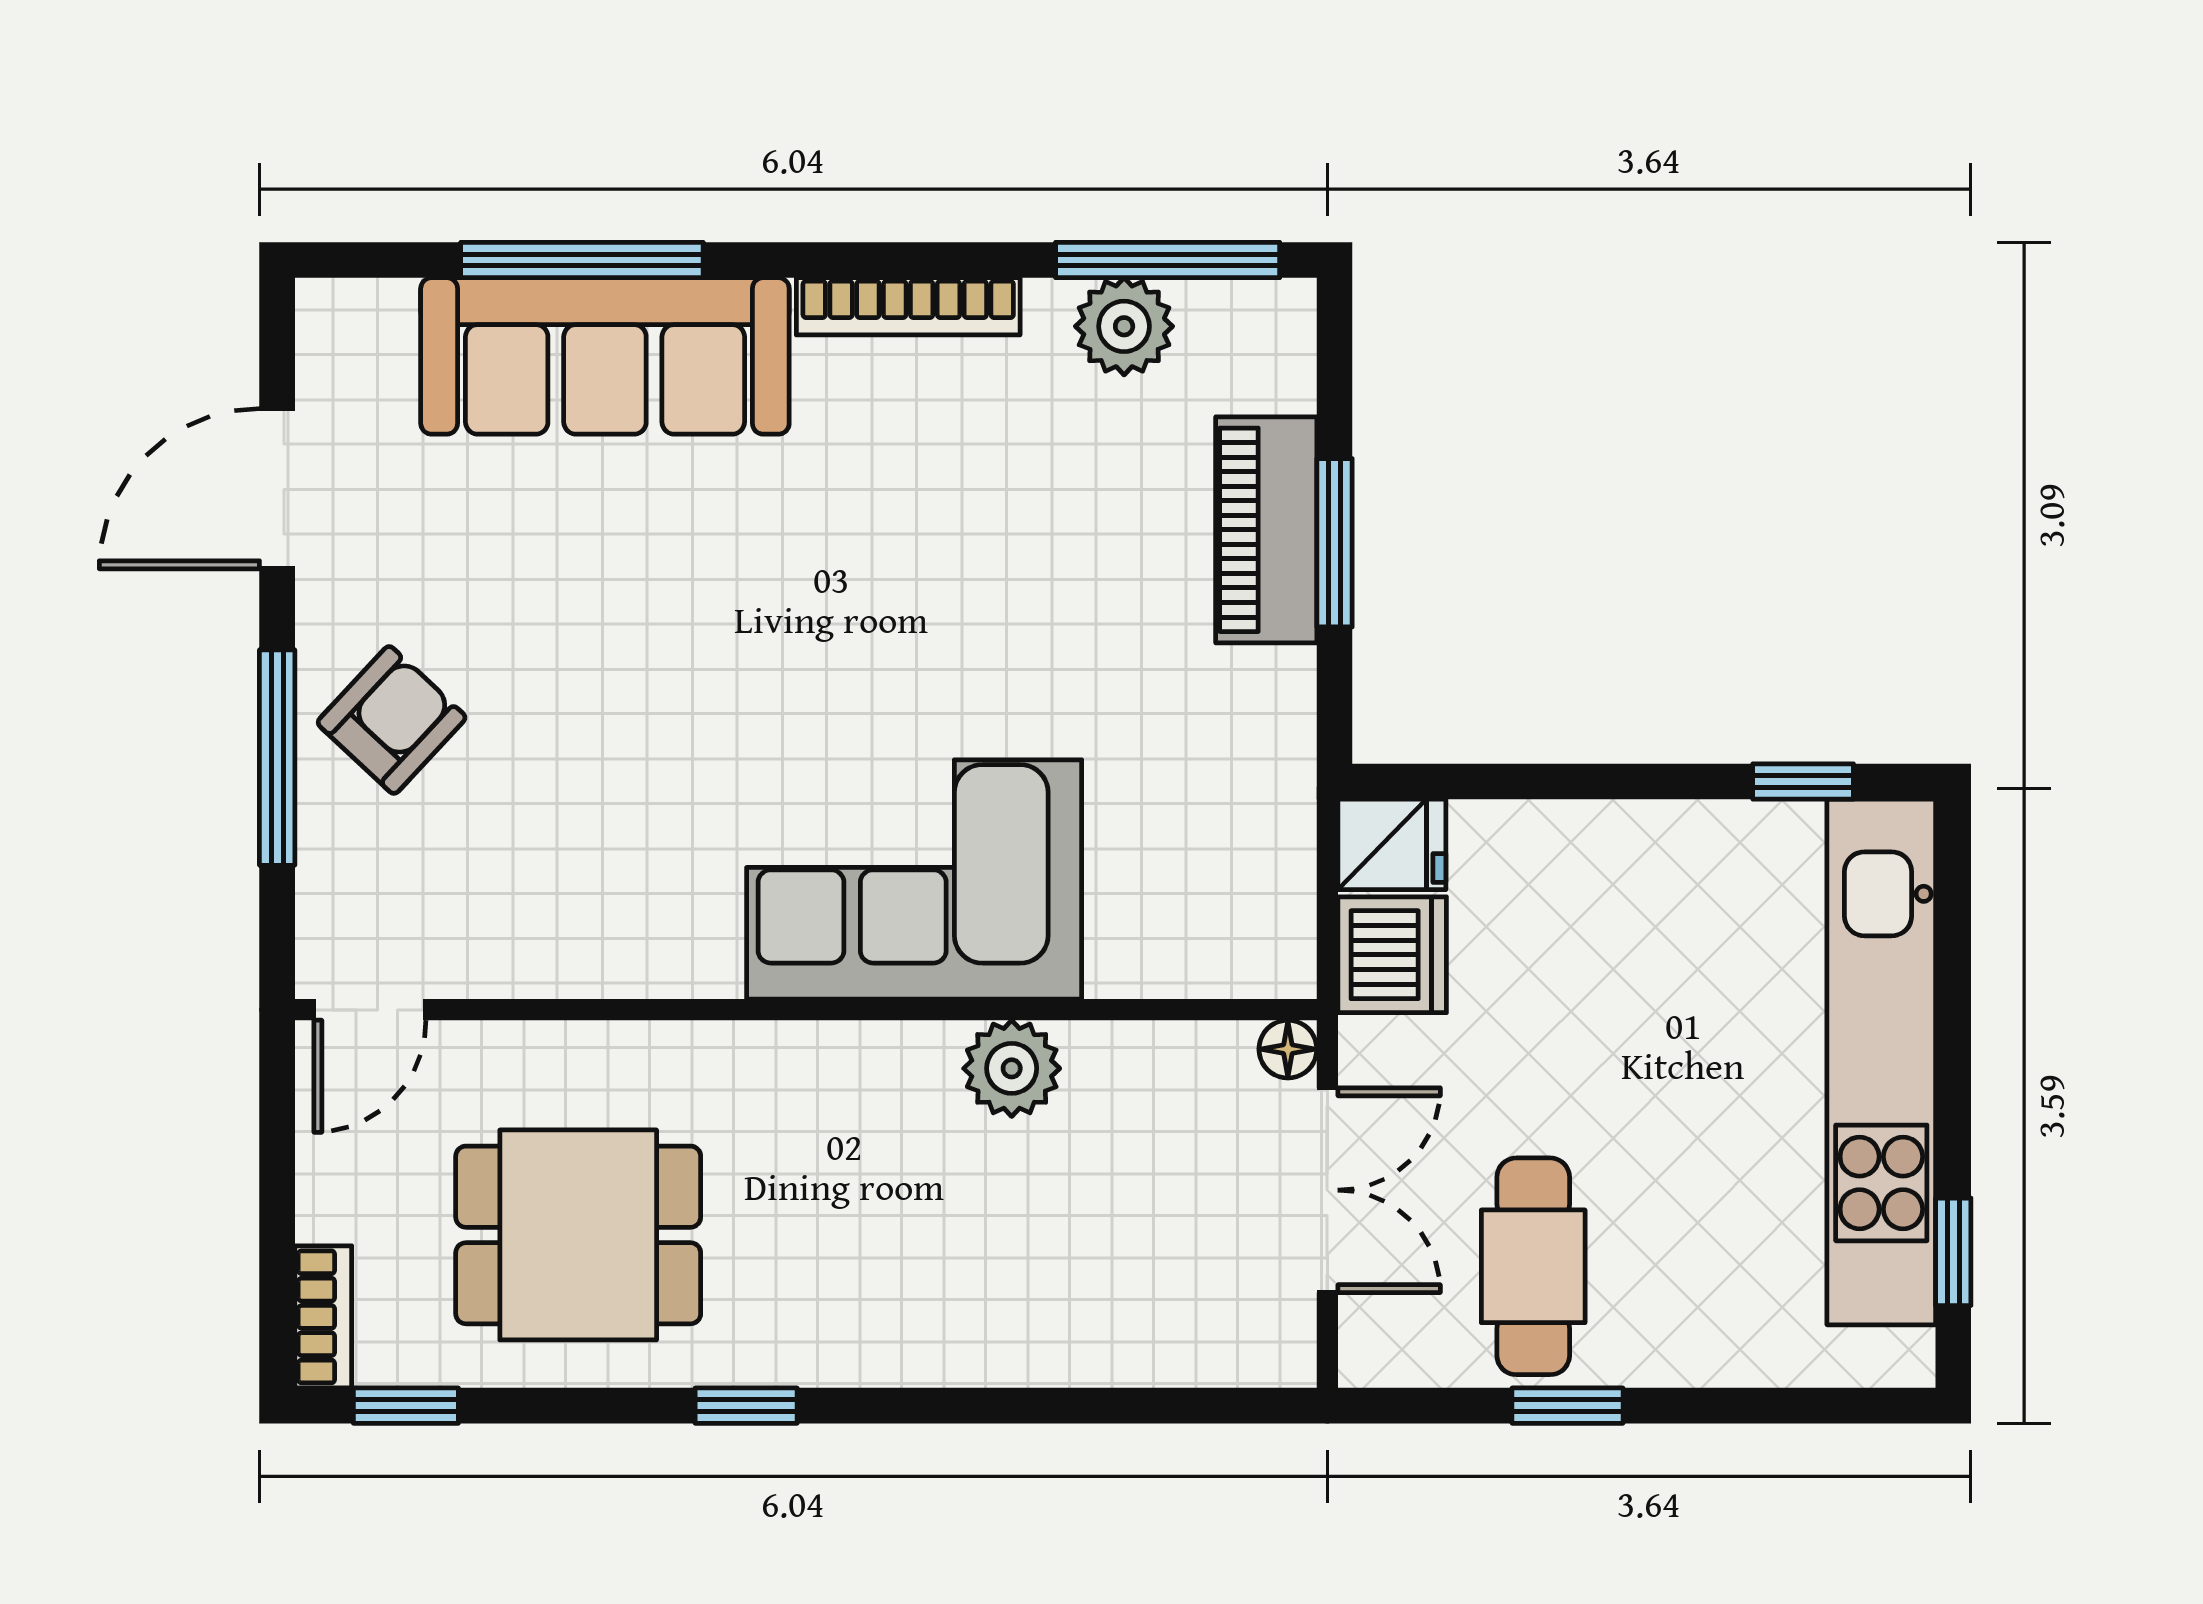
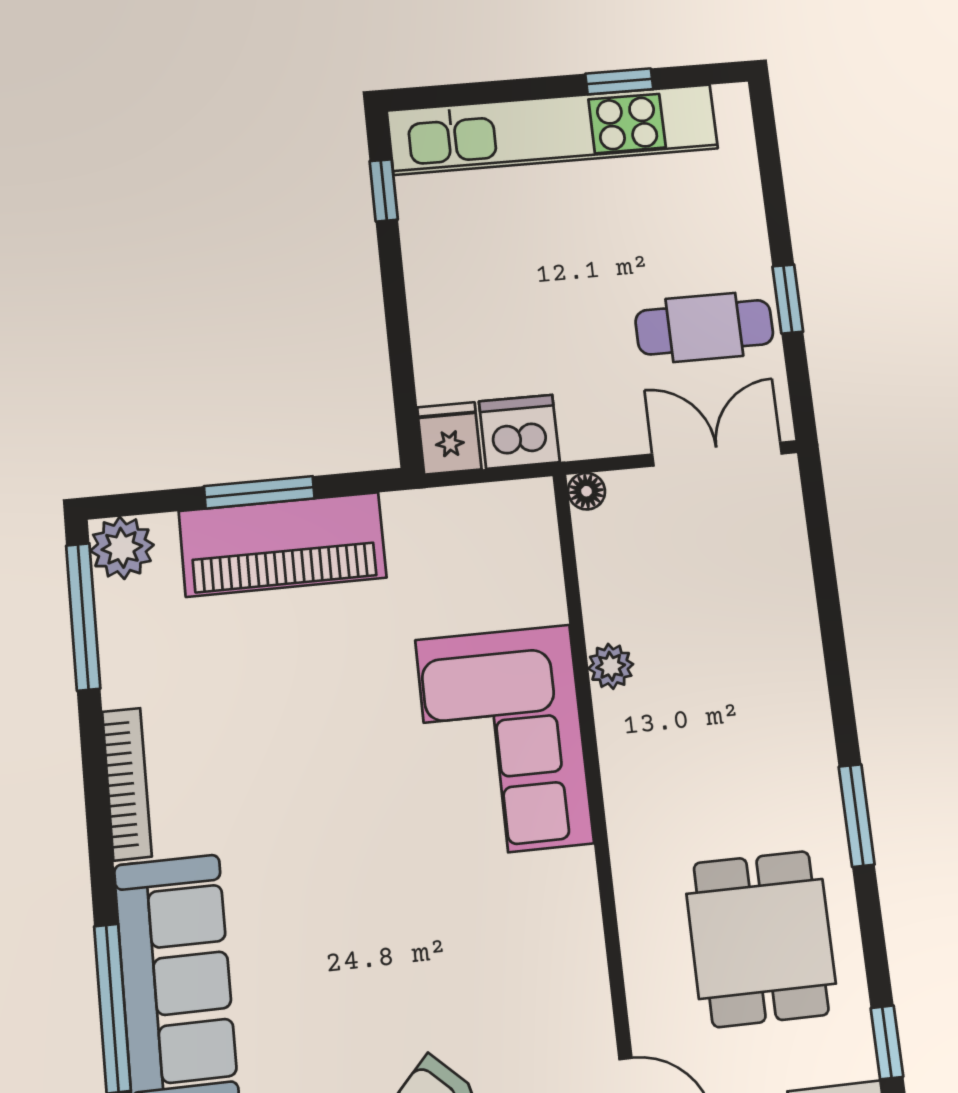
plant: (1124, 326) -> (122, 548), moved
piano: (1266, 530) -> (283, 544), width x1.37, depth x1.33
plant: (1012, 1068) -> (611, 666), width x0.73, depth x0.73
double door: (1327, 1190) -> (717, 454), moved
window: (1953, 1252) -> (619, 81), moved
window: (746, 1406) -> (857, 815), width x1.50

